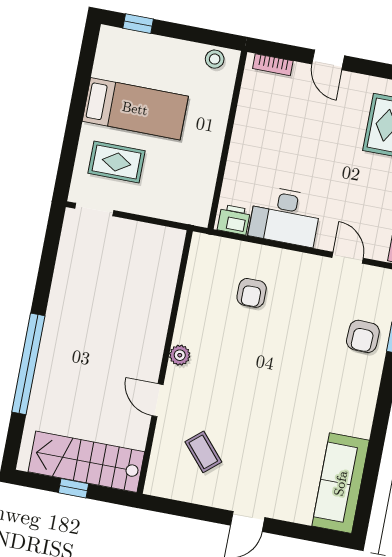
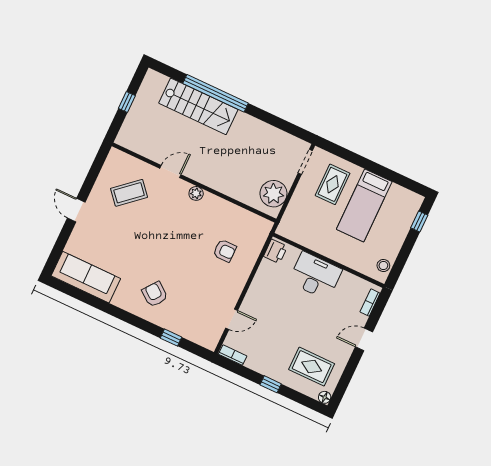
desk: (285, 216) -> (315, 276), moved, turned 90
plant: (152, 244) -> (273, 194), added
armchair: (252, 293) -> (225, 251), turned 180
armchair: (363, 336) -> (155, 294), moved, turned 36
coffee table: (203, 452) -> (129, 193), width x1.36, depth x1.30
stairs: (86, 462) -> (198, 106), moved, turned 90

